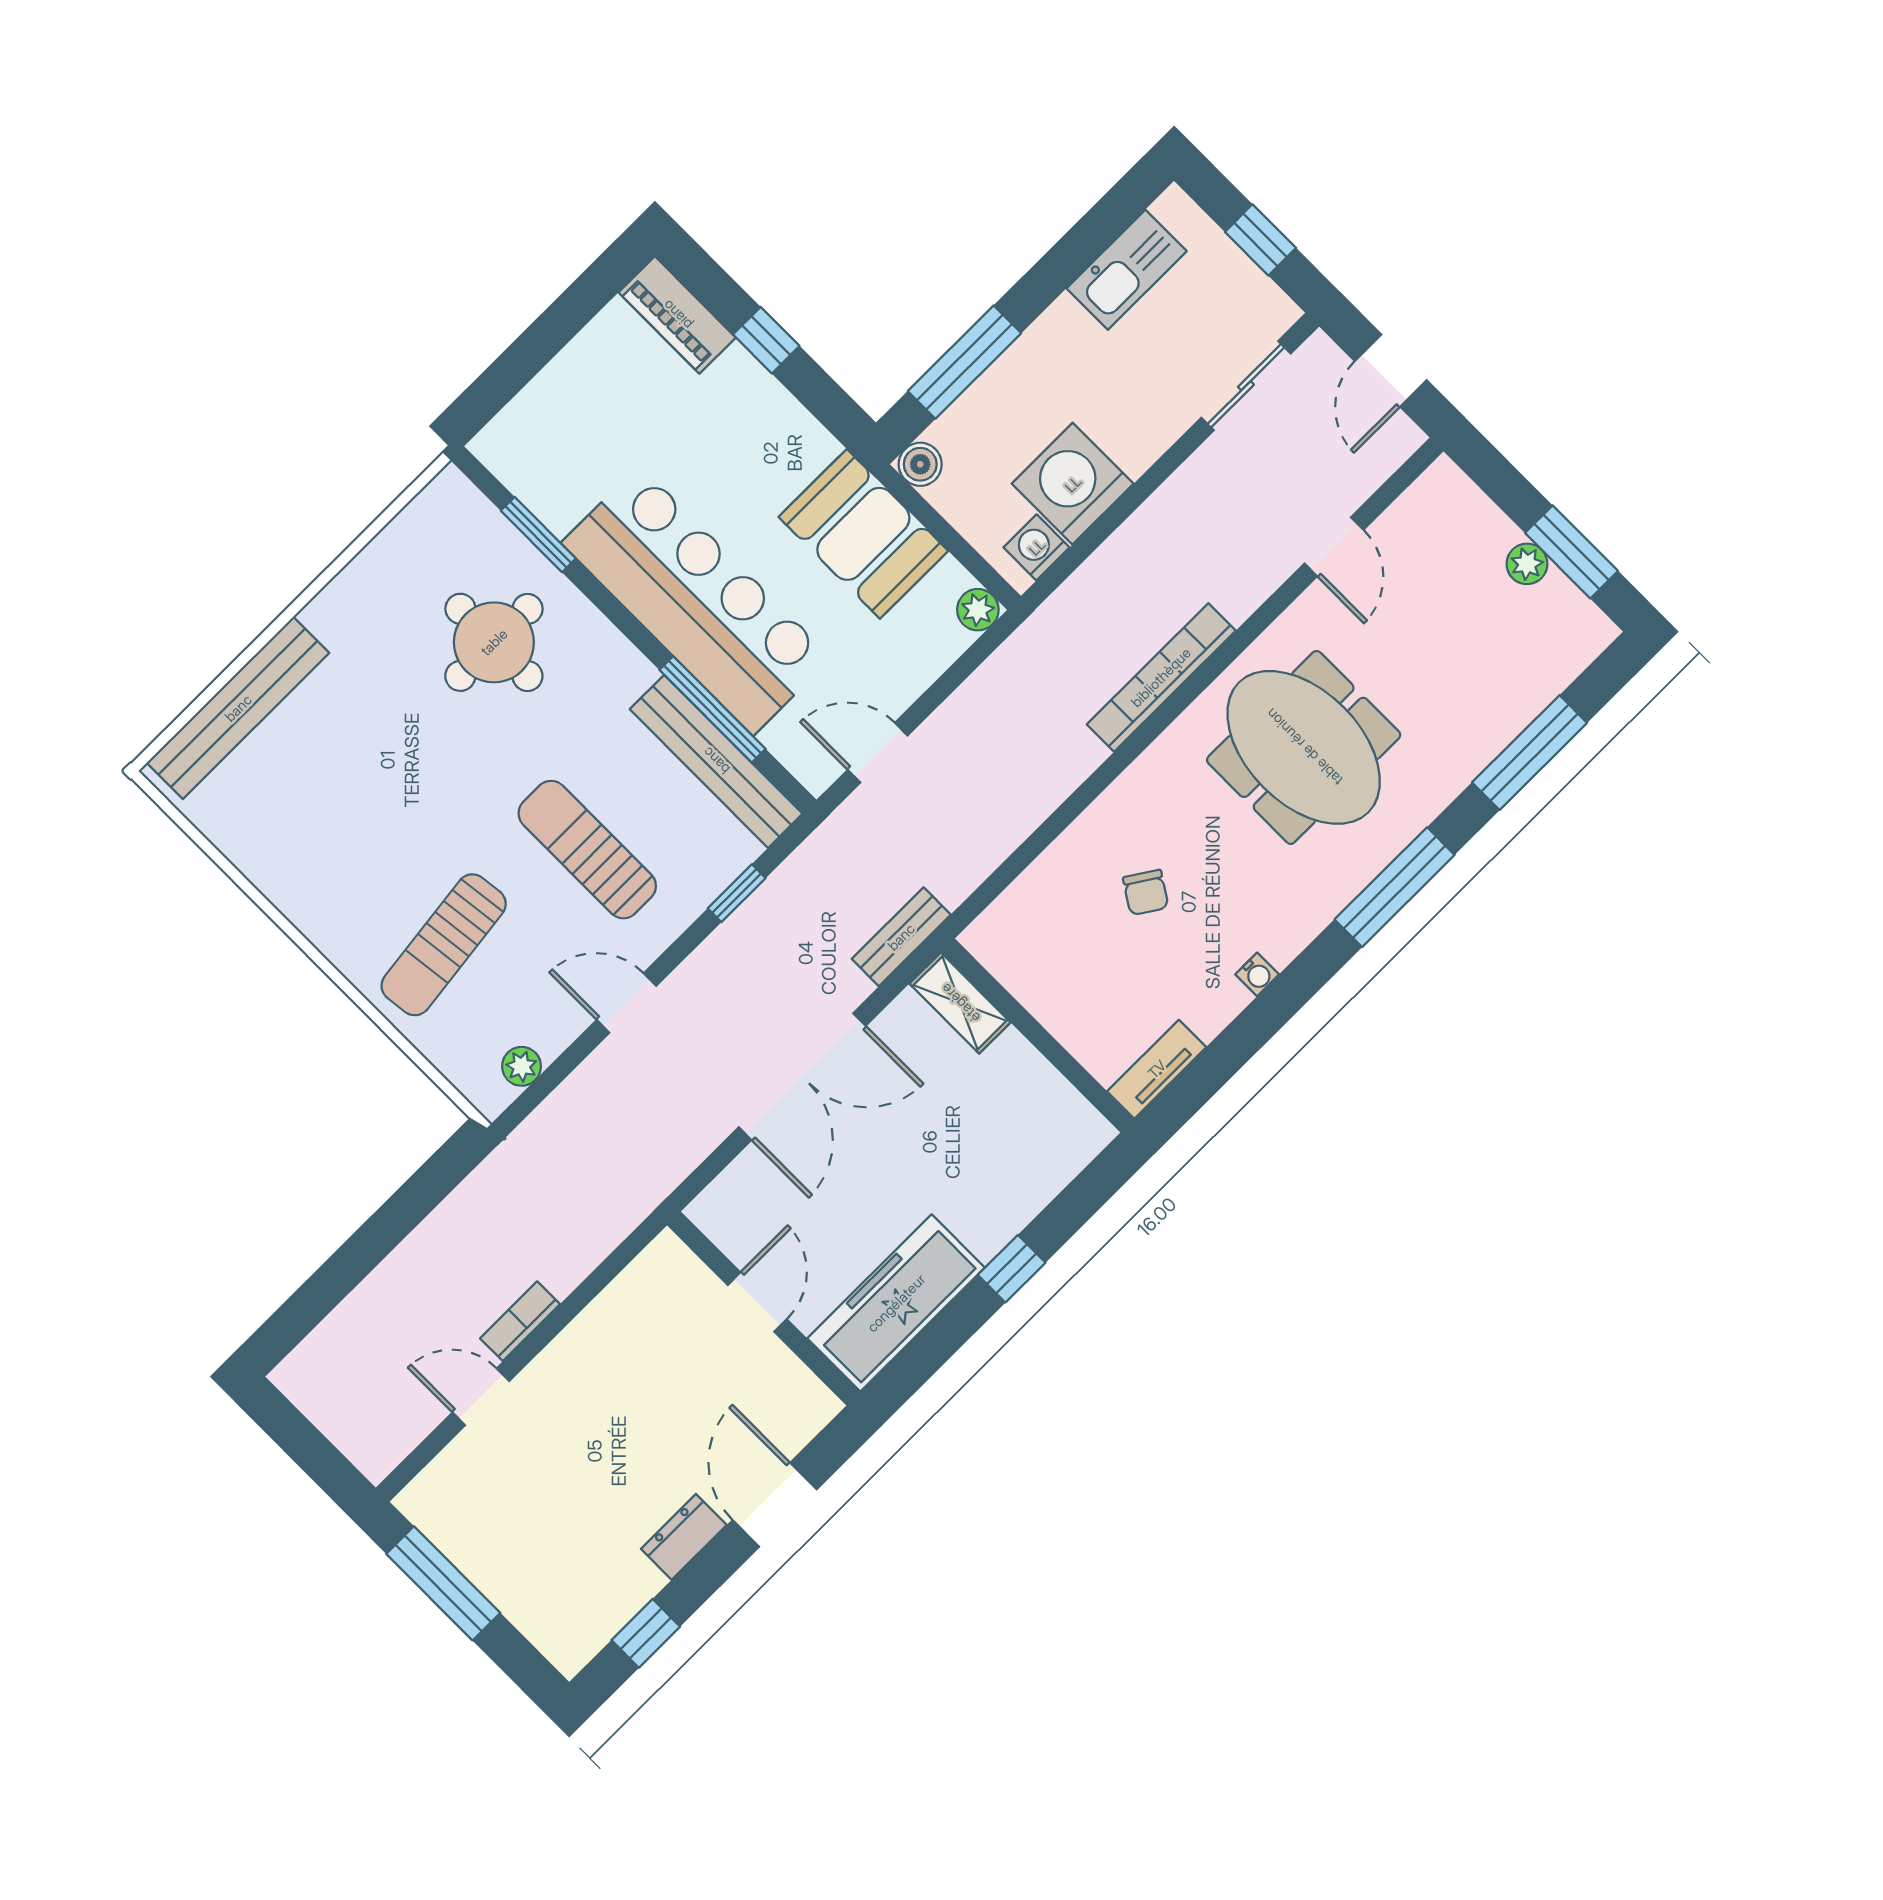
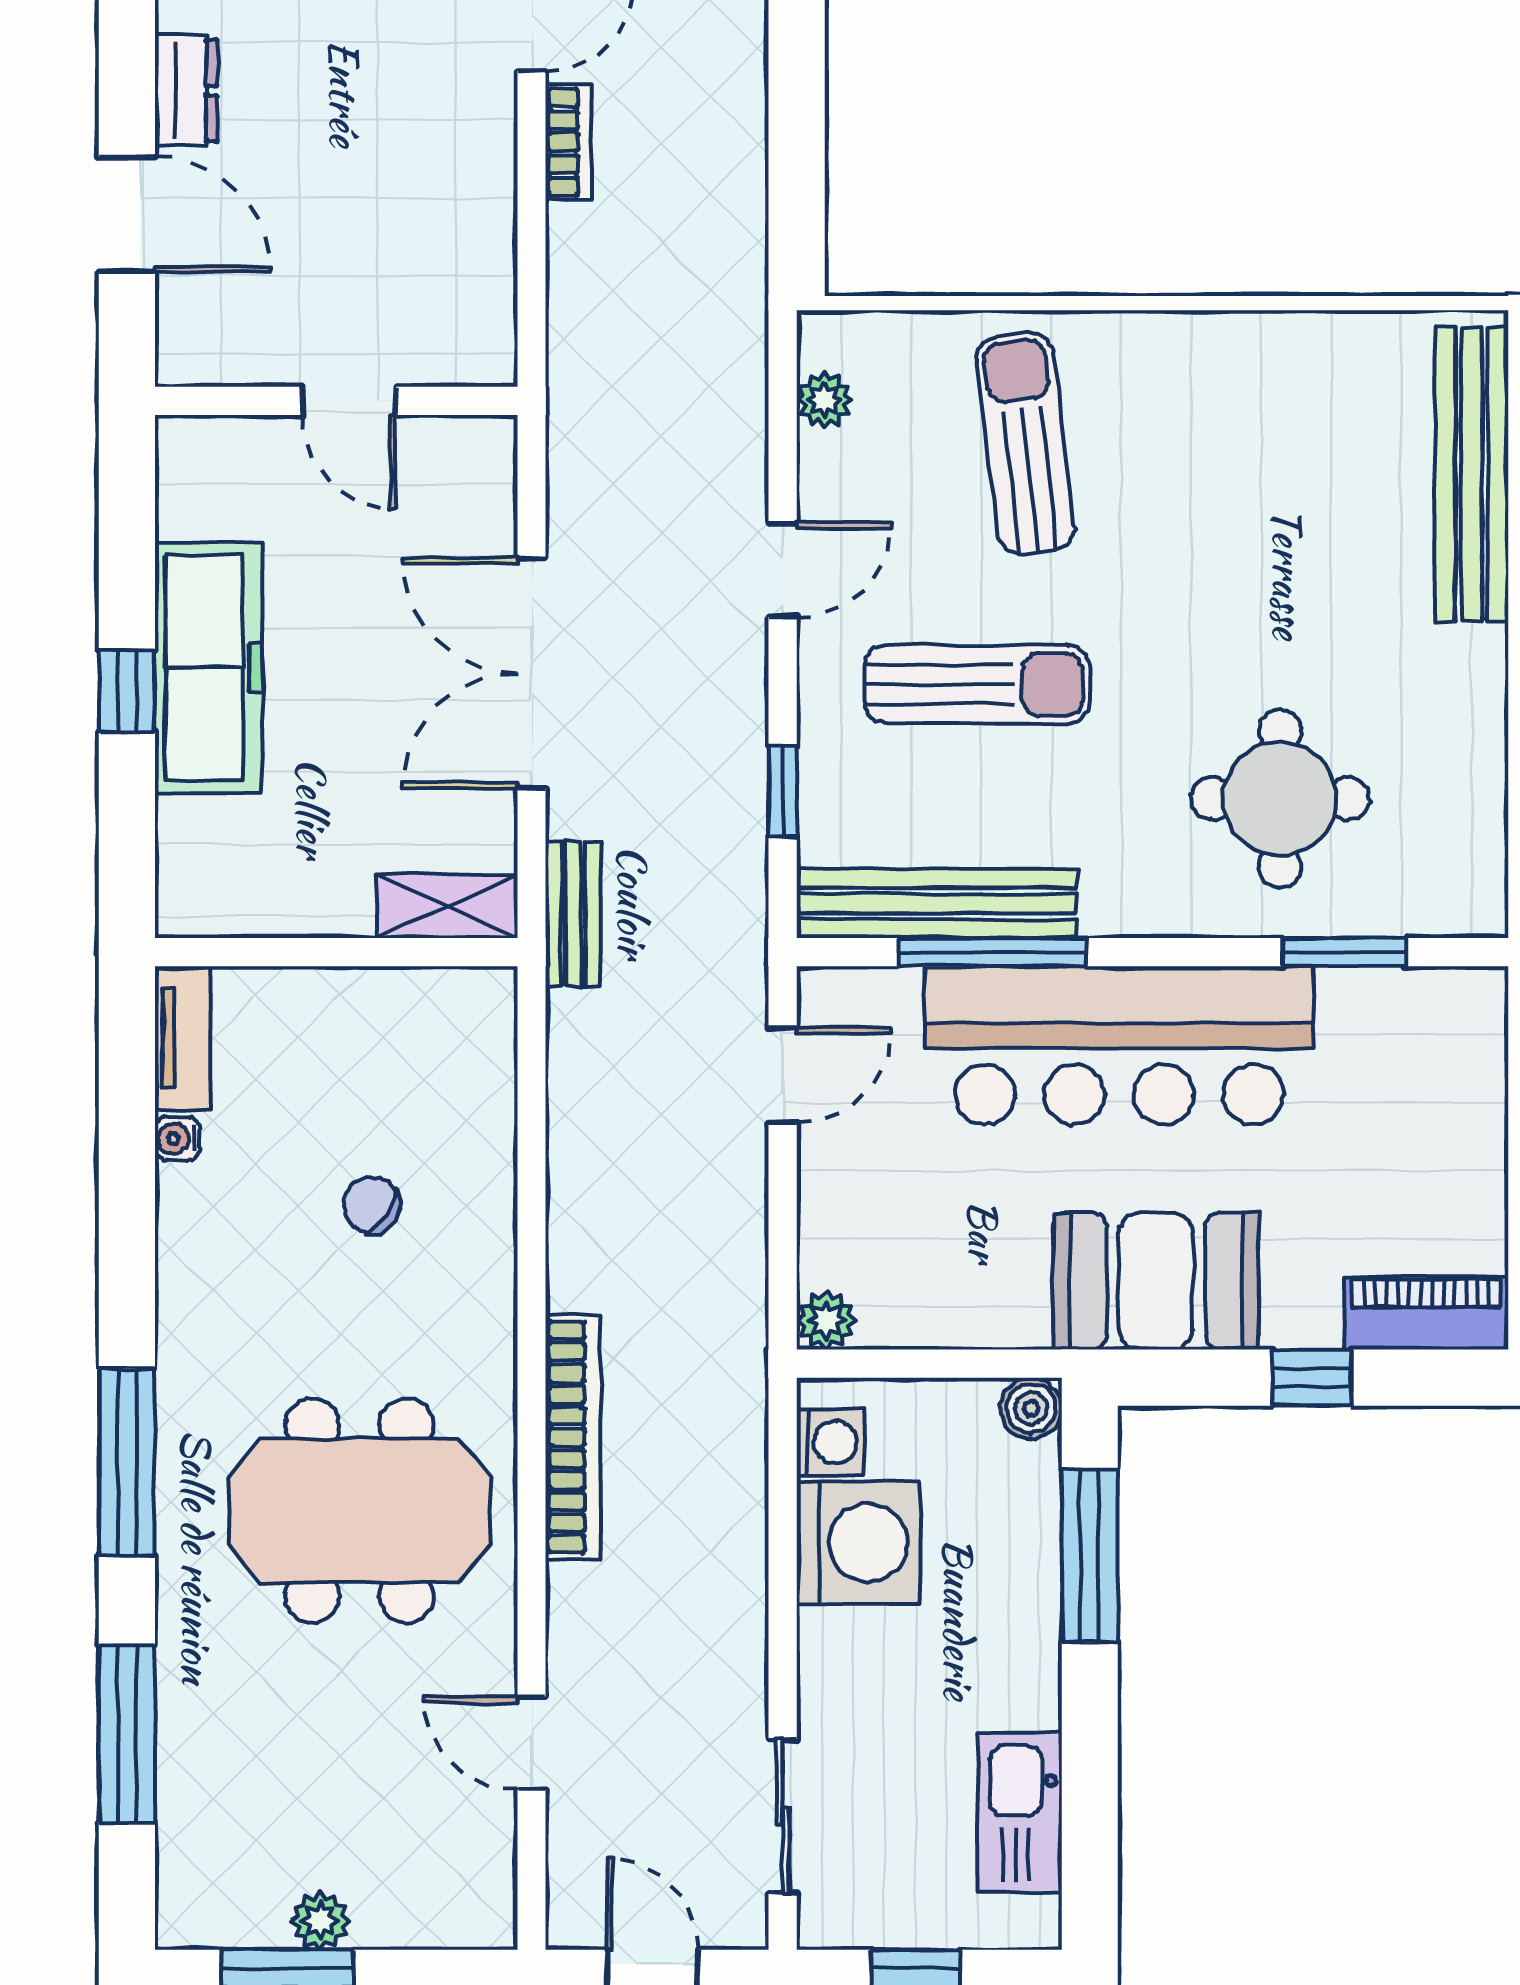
booth: (863, 534) -> (1156, 1281), moved
water cooler: (1257, 974) -> (177, 1139), moved
freezer: (896, 1303) -> (209, 668), moved

